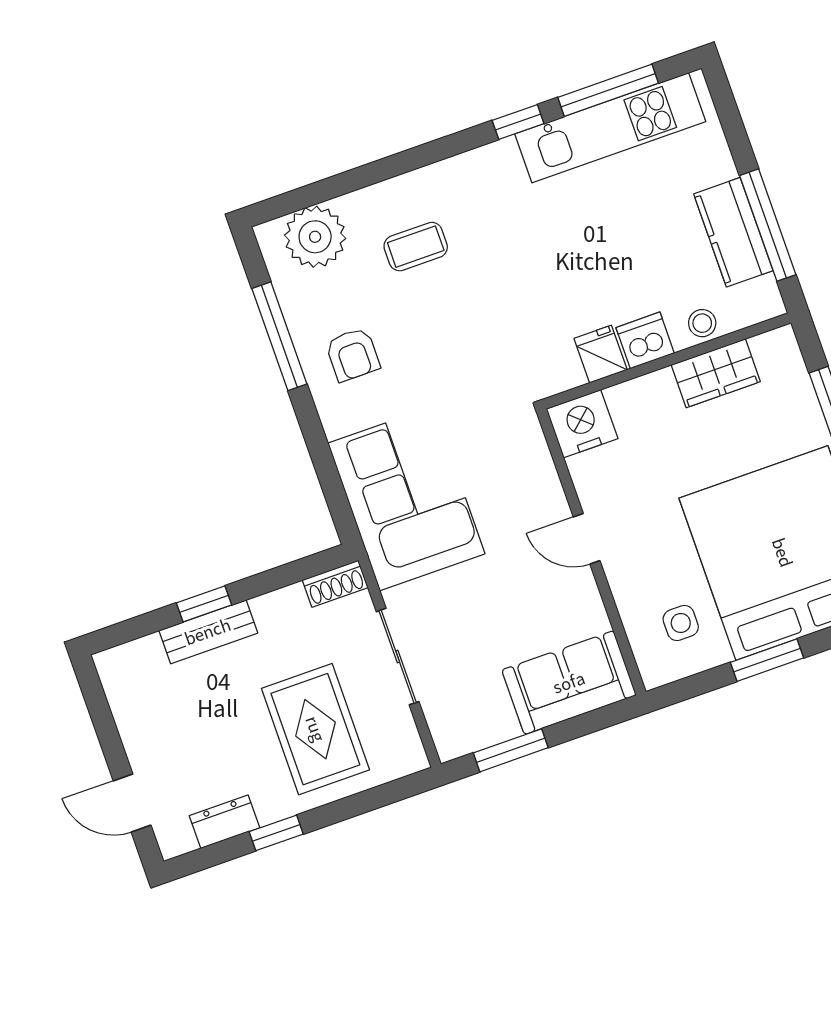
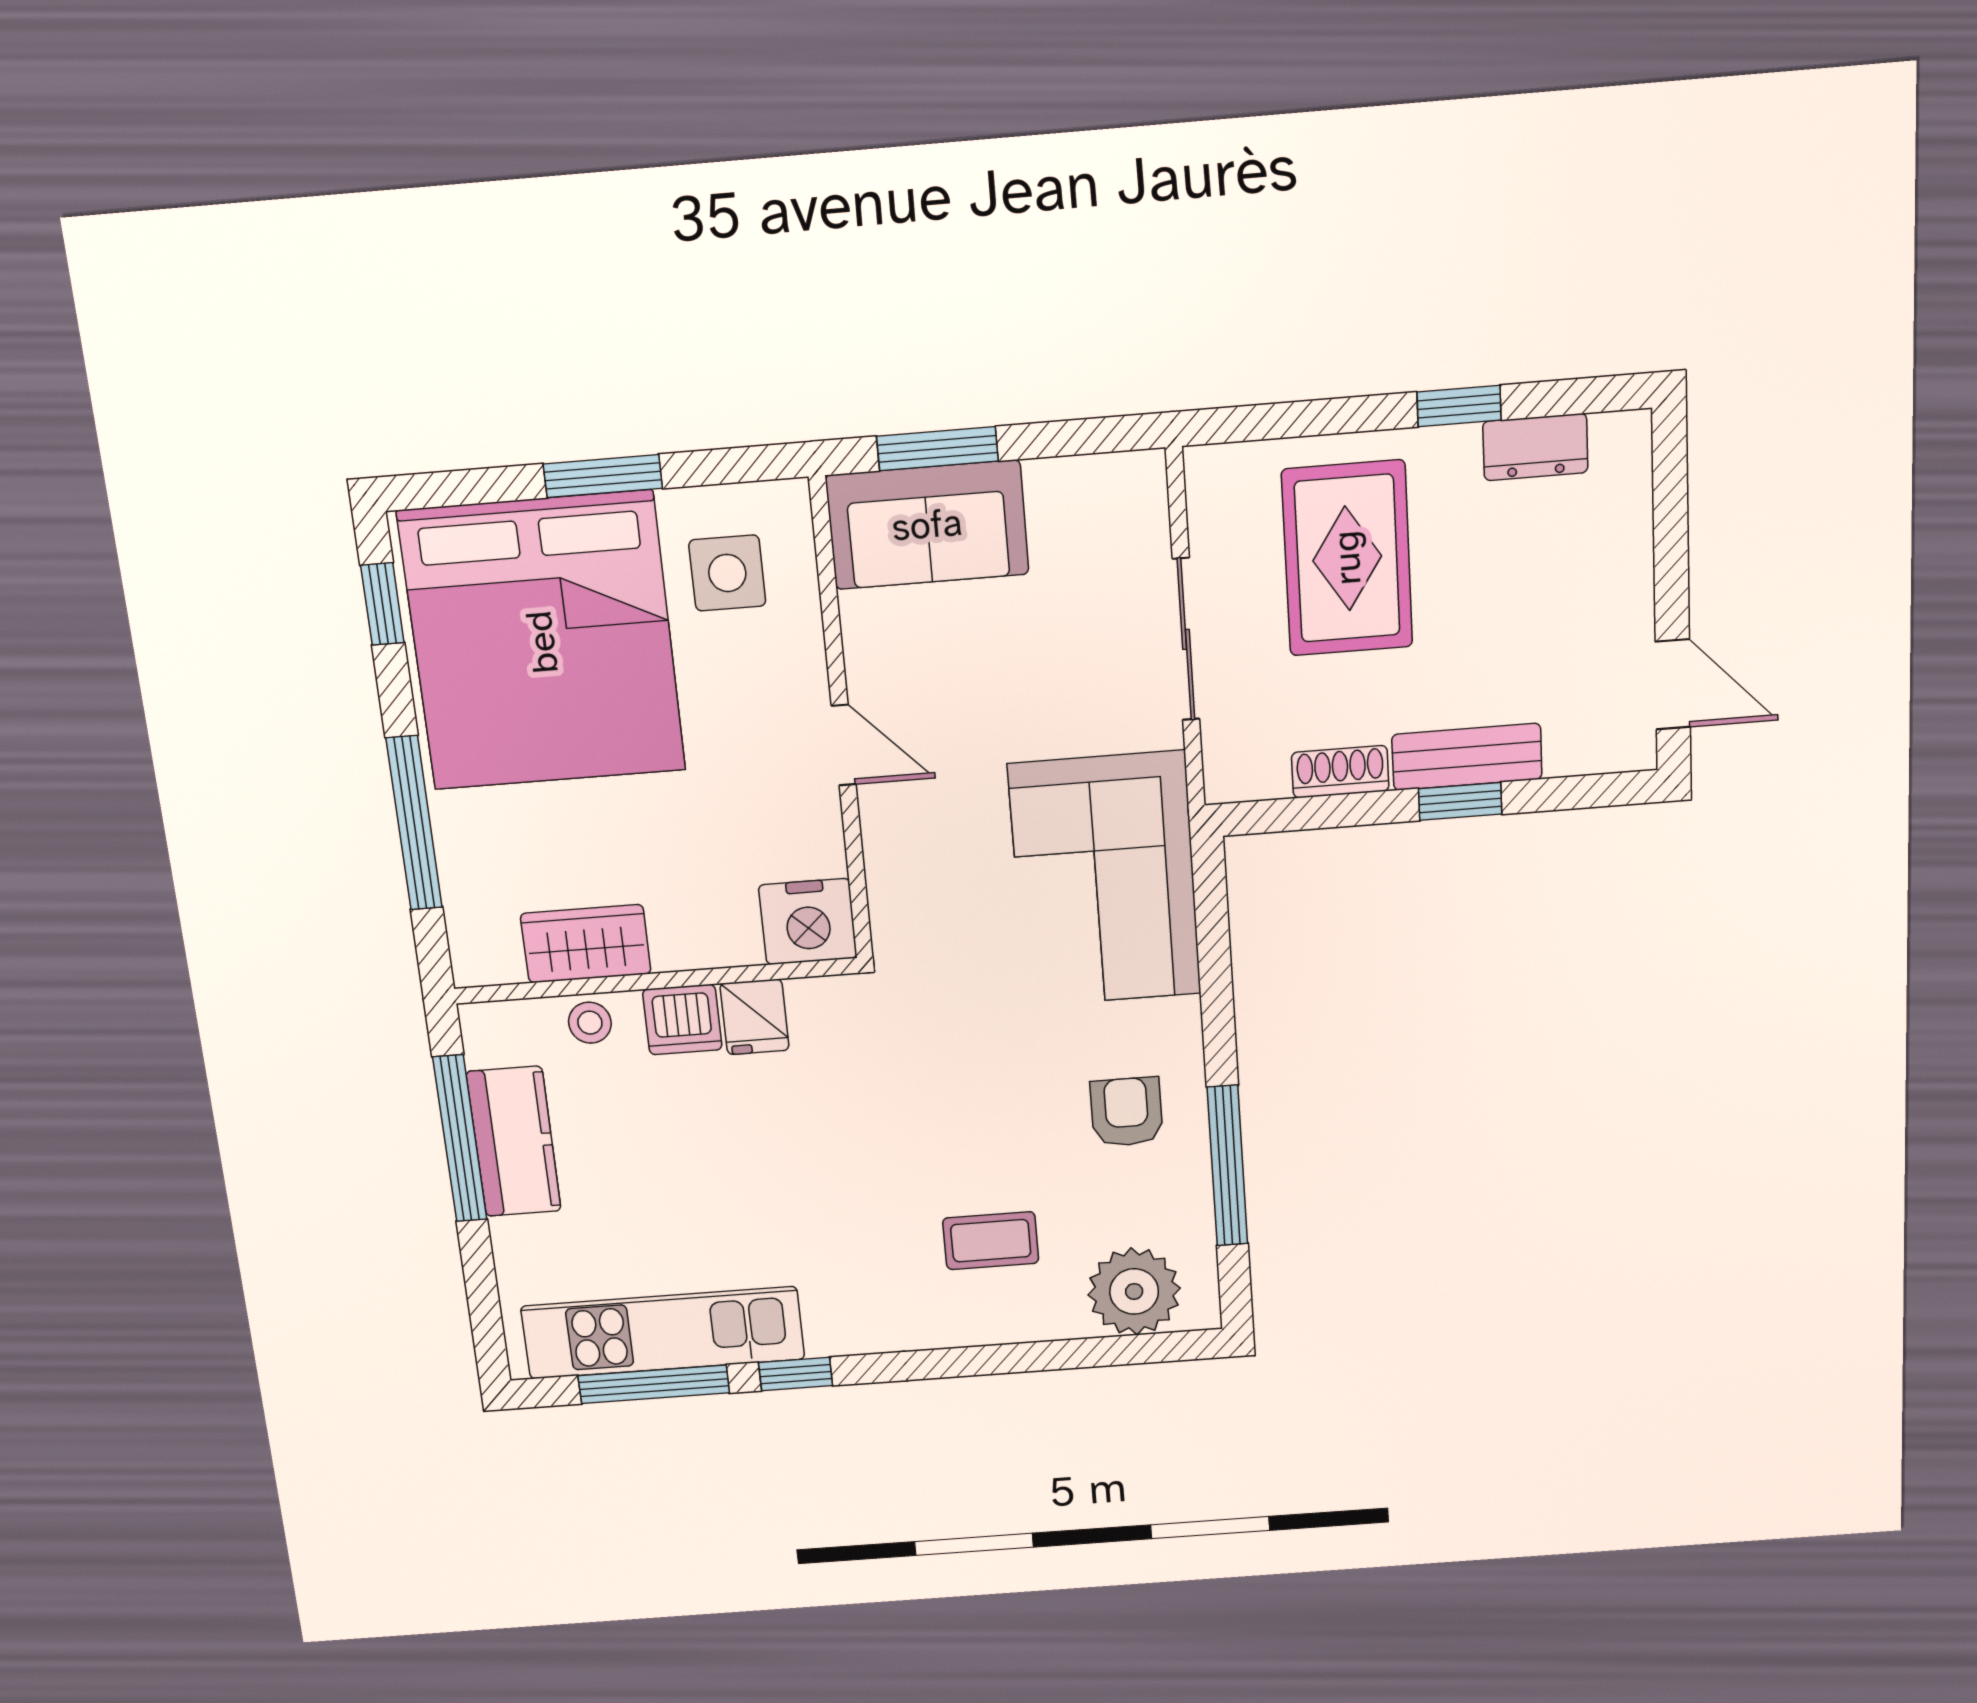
shoe rack: (335, 584) -> (1340, 772), moved
side table: (681, 623) -> (727, 573), width x1.37, depth x1.37
window: (511, 750) -> (937, 449), moved
door: (132, 803) -> (1673, 684), moved

